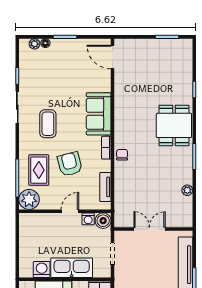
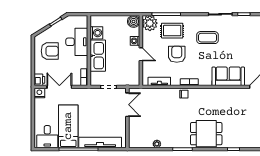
sofa: (99, 114) -> (228, 76), moved
armchair: (70, 164) -> (177, 54), turned -76
washing machine: (88, 219) -> (135, 41), moved
boiler: (103, 221) -> (134, 21), moved
double door: (149, 229) -> (127, 105), moved

